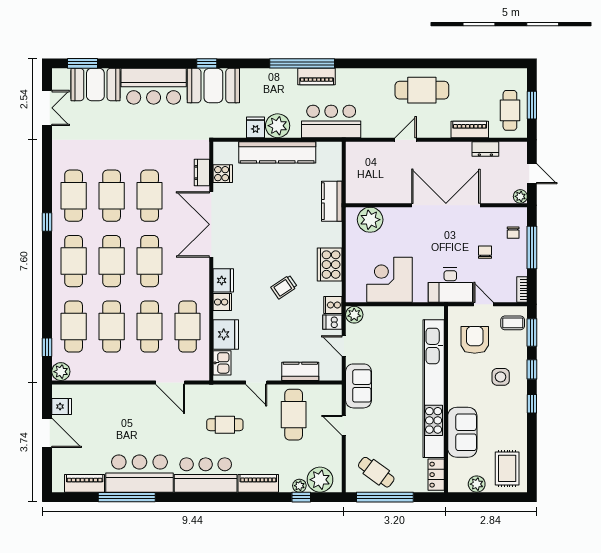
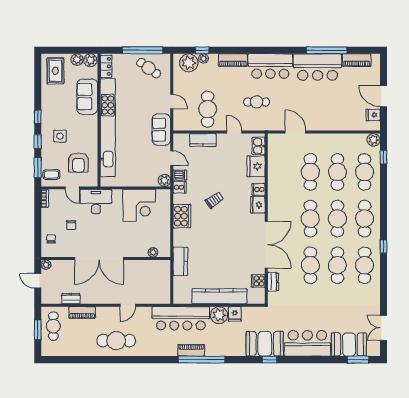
bar counter: (331, 121) -> (181, 318), width x1.36
plant: (370, 220) -> (153, 252), width x0.53, depth x0.53
window: (532, 247) -> (38, 228), removed
cafe table: (188, 327) -> (283, 172), removed
plant: (458, 483) -> (90, 60), added

